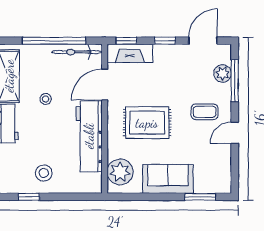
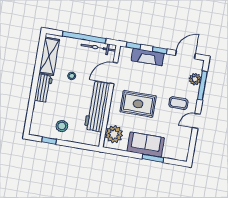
fireplace: (130, 53) -> (148, 57), moved
window: (200, 197) -> (153, 158), moved

